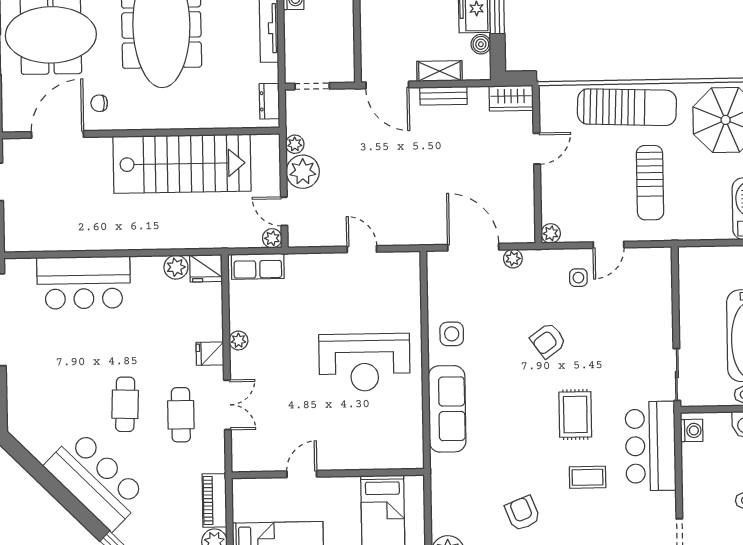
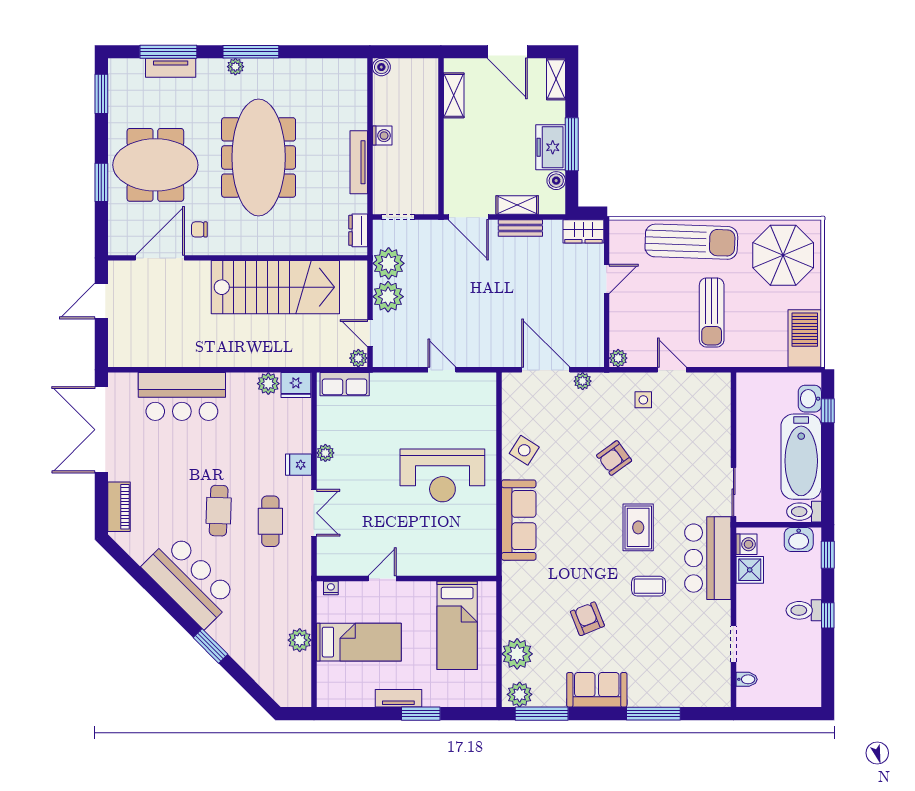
plant: (295, 144) -> (389, 263), width x1.88, depth x1.88
door: (609, 245) -> (672, 370), swing flipped
side table: (452, 334) -> (524, 450), turned 32
shower: (696, 458) -> (750, 570), added
nightstand: (247, 485) -> (331, 588), added
piano: (214, 500) -> (119, 507), moved, turned 180

